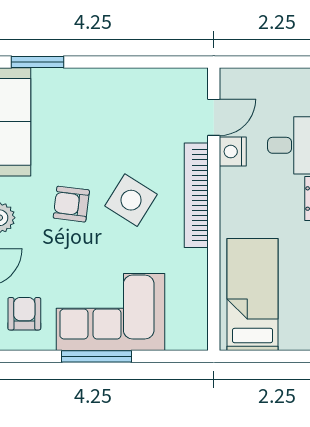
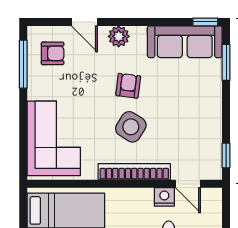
window: (173, 62) -> (226, 155), added
corner sofa: (111, 312) -> (54, 138), moved
window: (97, 356) -> (23, 64), moved

